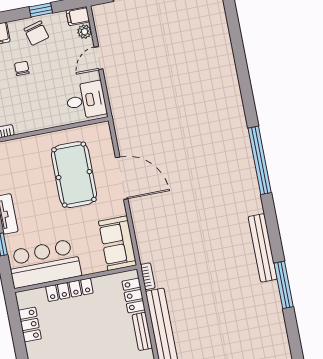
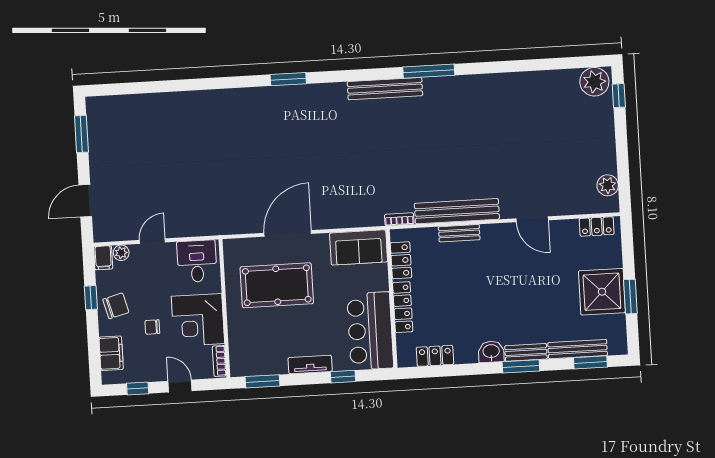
door: (99, 58) -> (152, 241), swing flipped
corner desk: (34, 108) -> (198, 320), added
window: (260, 160) -> (288, 79), width x0.47
locker: (134, 295) -> (401, 260), moved, turned -90

